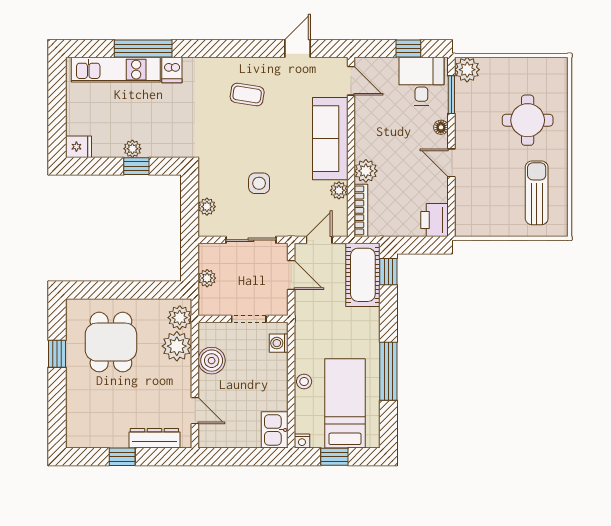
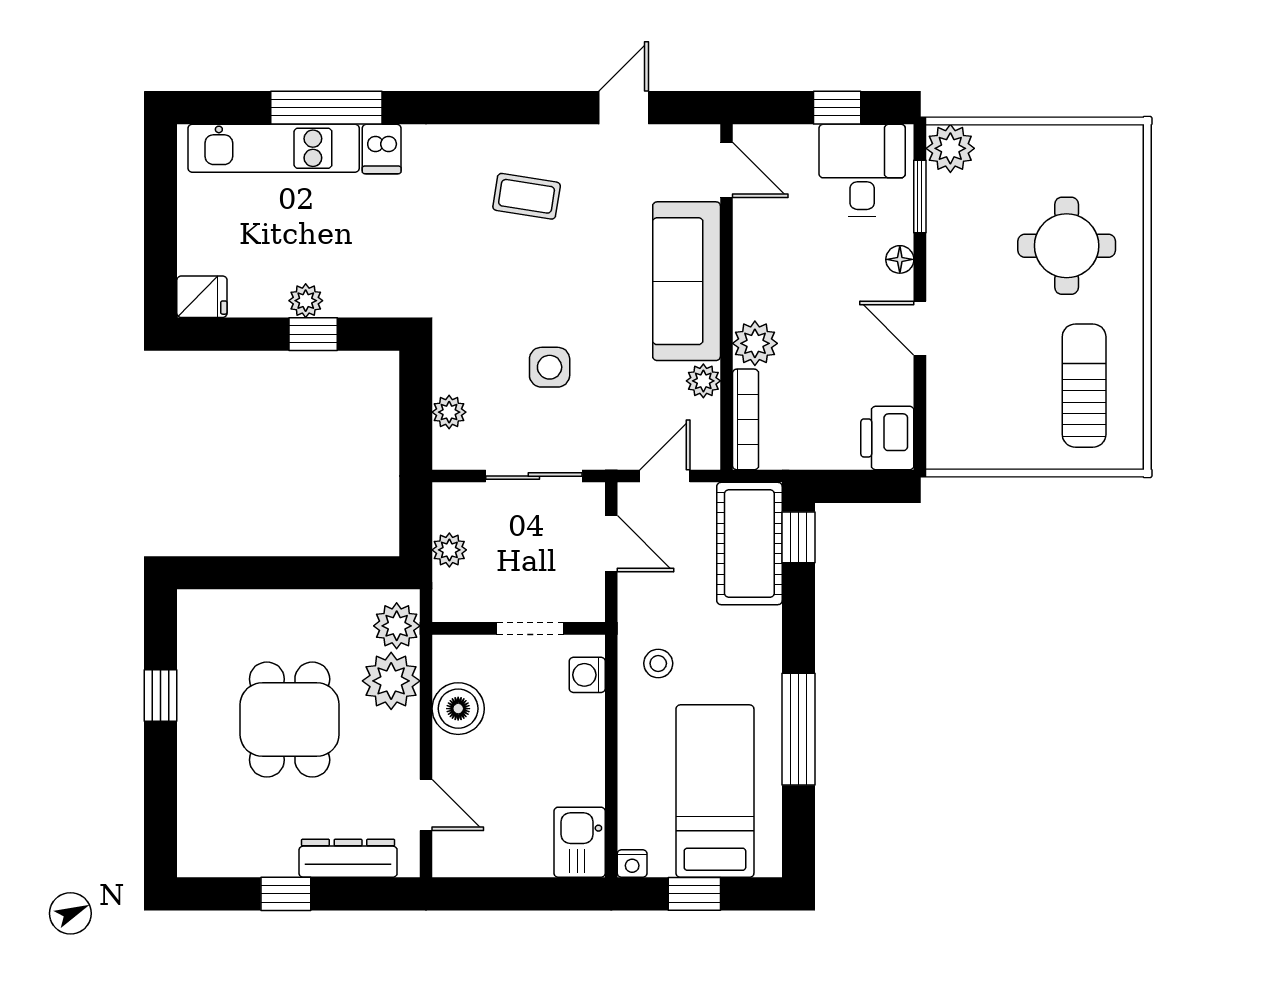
dining table: (111, 342) -> (290, 720), moved
stool: (304, 382) -> (658, 663), moved

